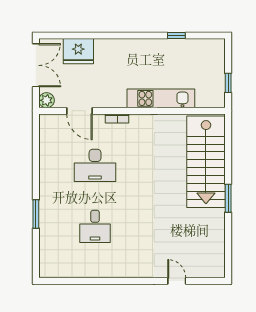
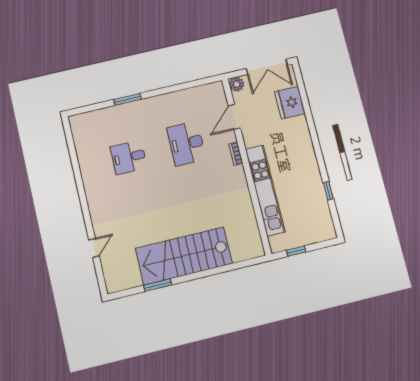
kitchen unit: (161, 98) -> (265, 190), width x1.36
stairs: (206, 162) -> (184, 256), moved
window: (228, 198) -> (158, 285), moved

